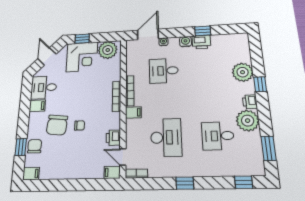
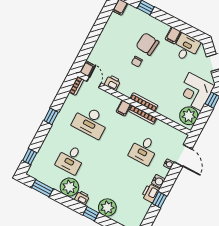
desk: (164, 71) -> (144, 150), turned 180
desk: (218, 136) -> (71, 159), turned 180
chair: (35, 146) -> (140, 19), removed
door: (123, 157) -> (94, 82), hinge flipped

